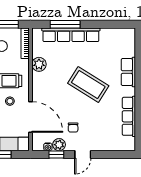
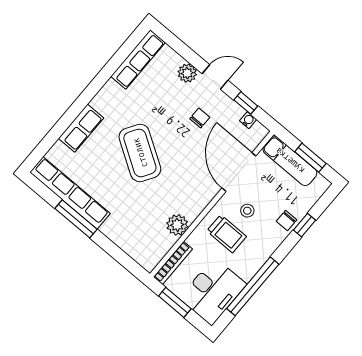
window: (65, 24) -> (76, 219), moved
row of seats: (71, 35) -> (70, 193), moved
row of seats: (129, 116) -> (138, 59), moved
plant: (59, 145) -> (187, 73), moved

